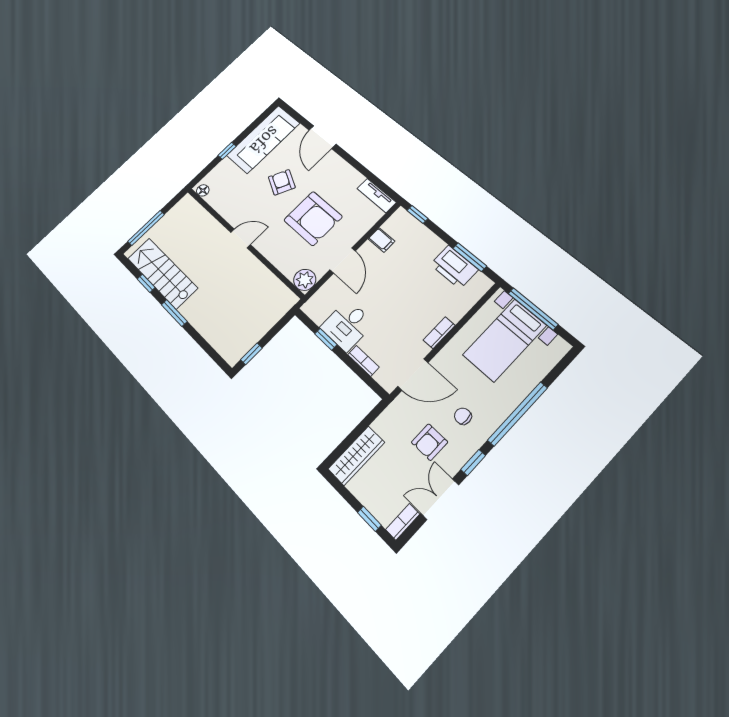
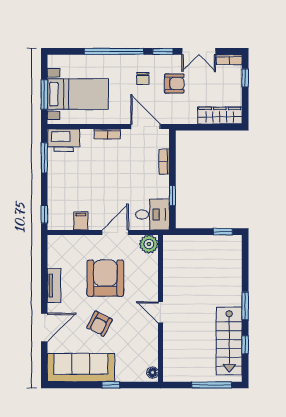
tv unit: (377, 195) -> (54, 286), moved
printer: (454, 267) -> (64, 140), moved, turned 90
window: (533, 309) -> (44, 94), width x0.69
desk: (347, 325) -> (152, 214), moved

